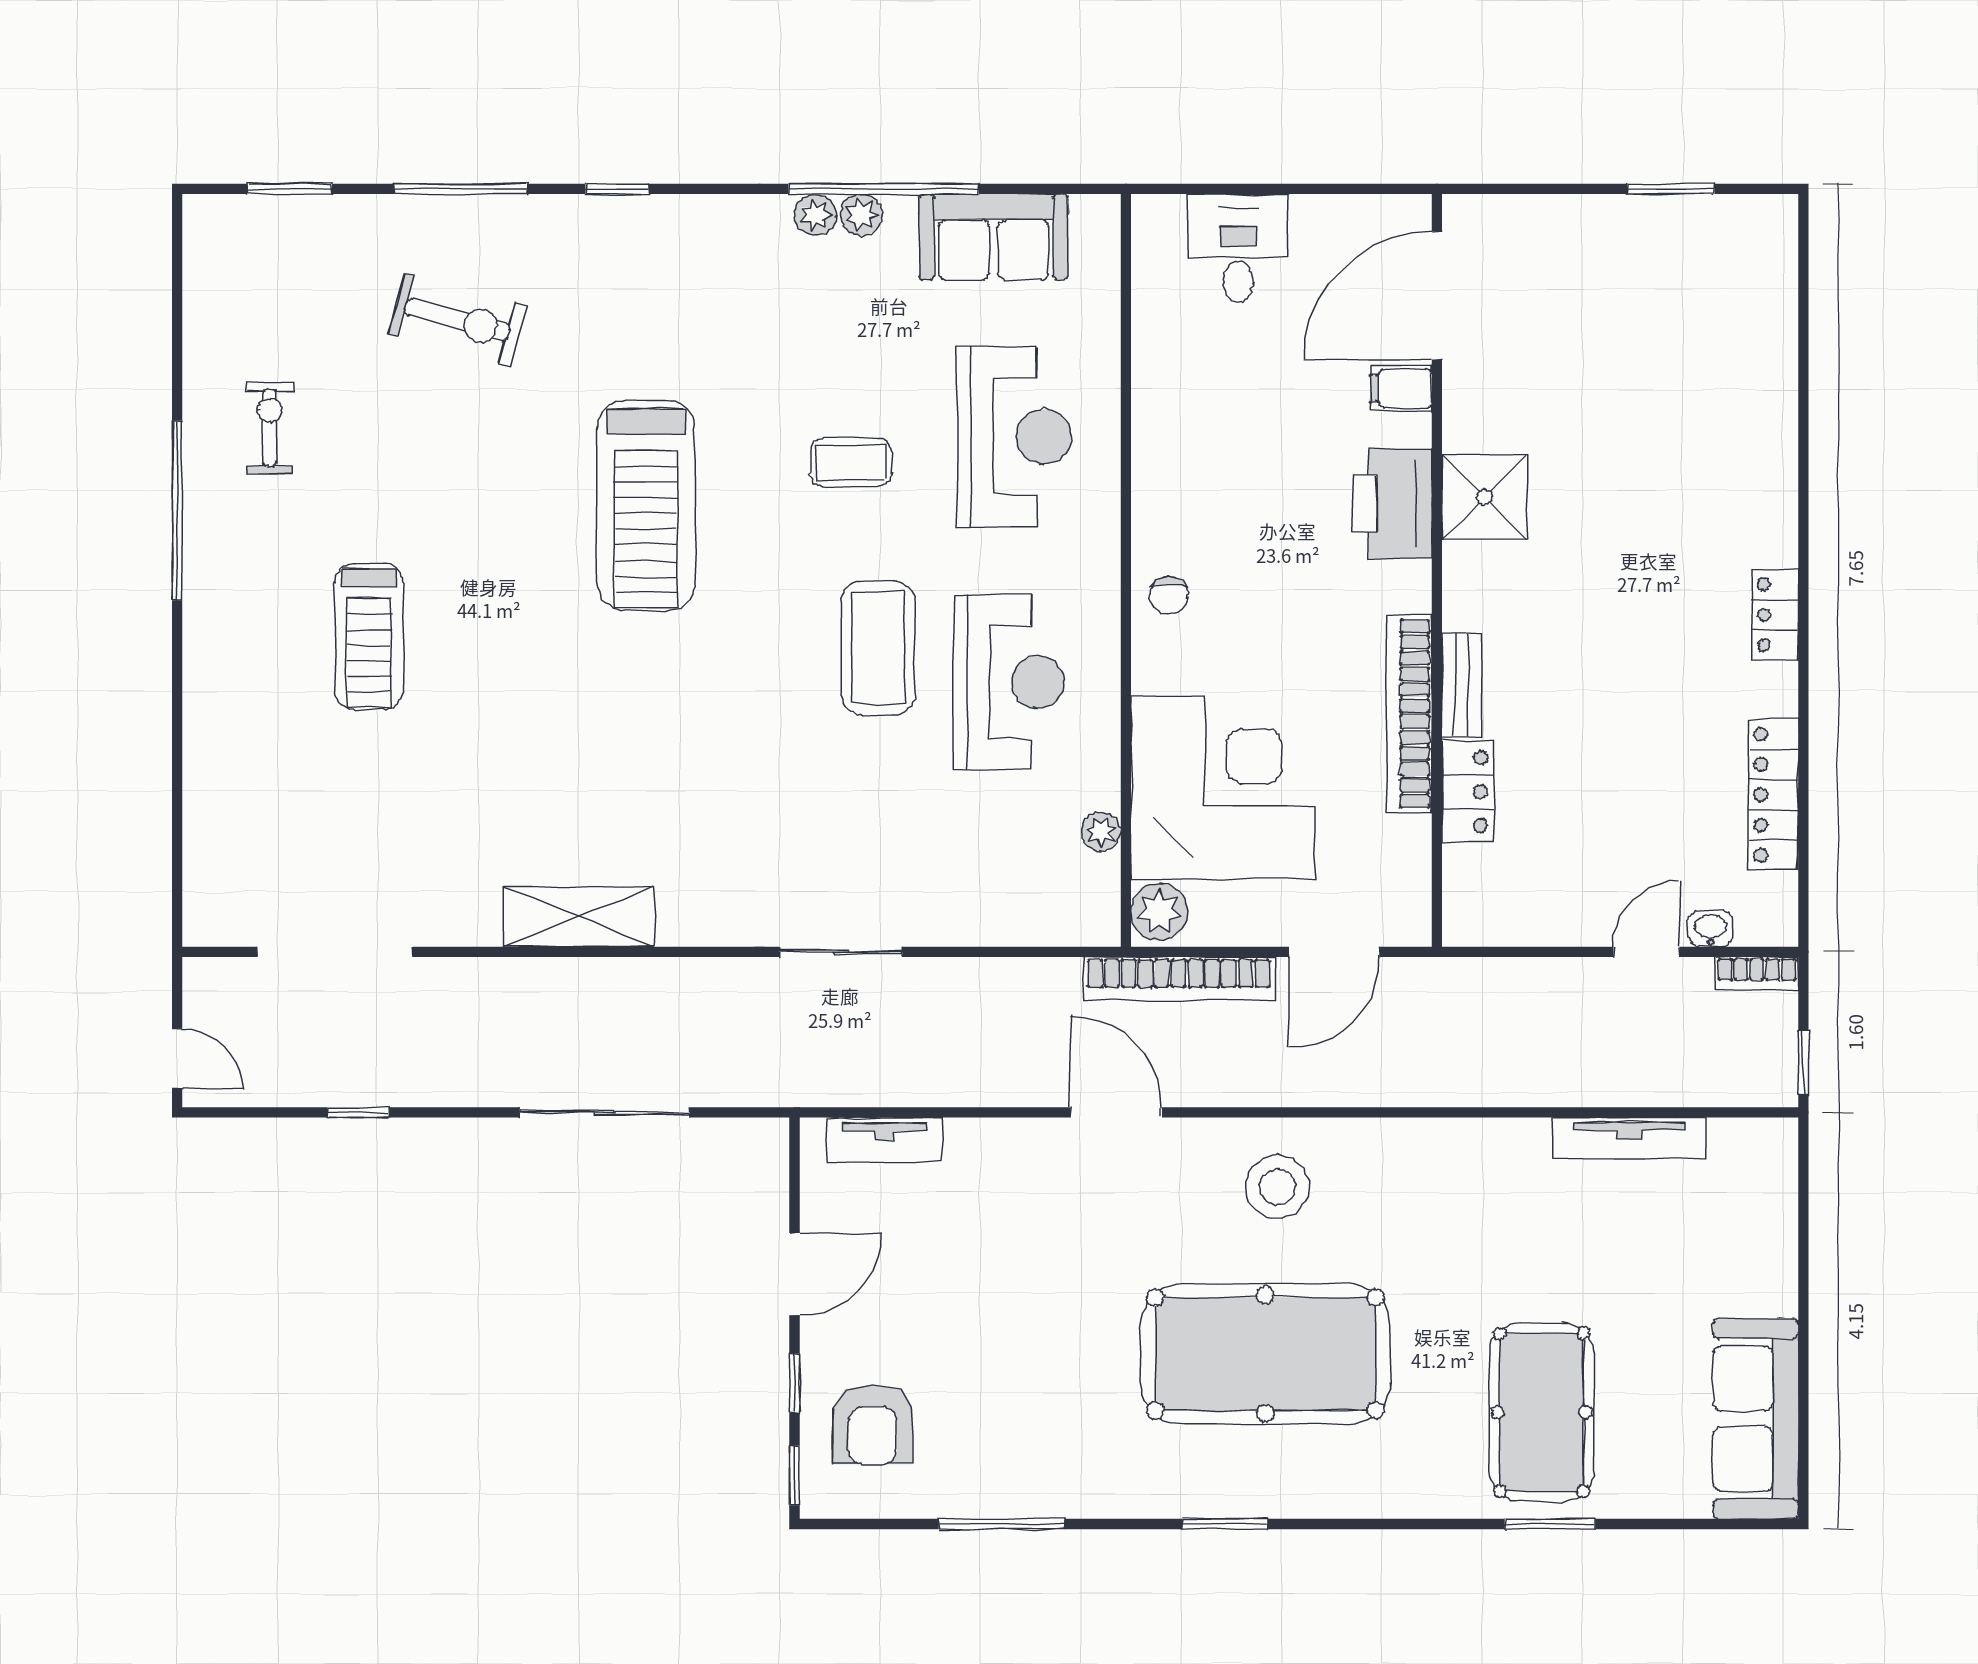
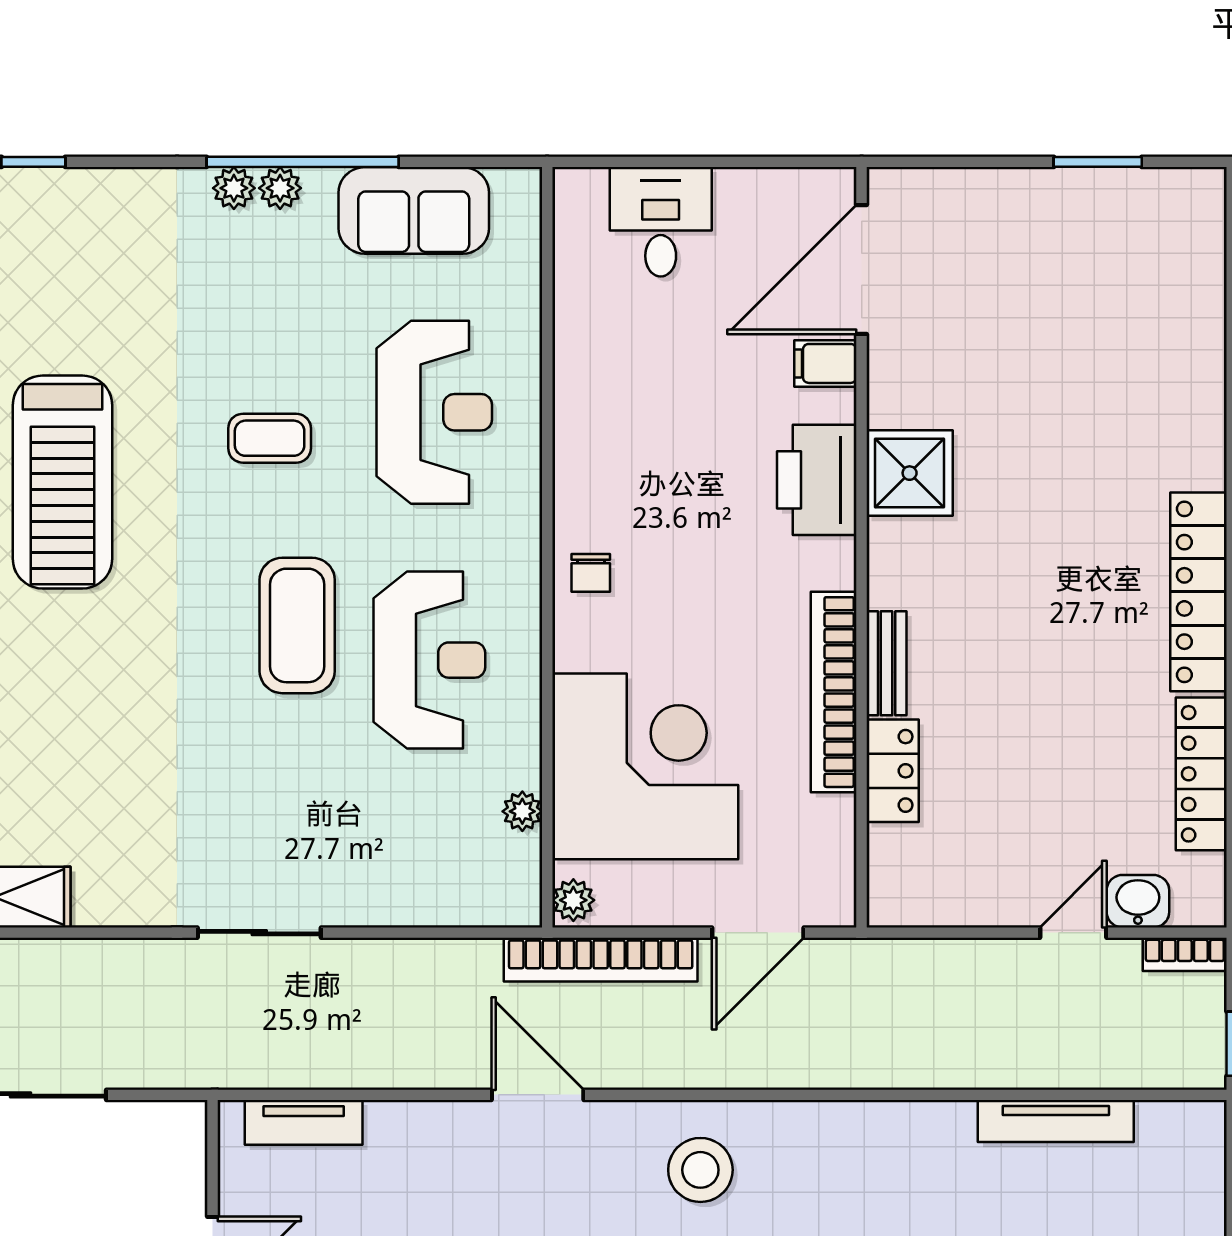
locker: (1775, 615) -> (1198, 592), width x2.16, depth x1.21
plant: (1159, 912) -> (573, 900), width x0.73, depth x0.73
washbasin: (1711, 929) -> (1138, 901), width x1.38, depth x1.45

